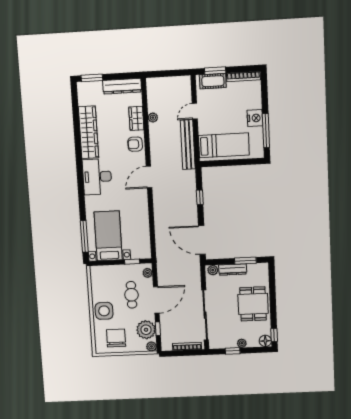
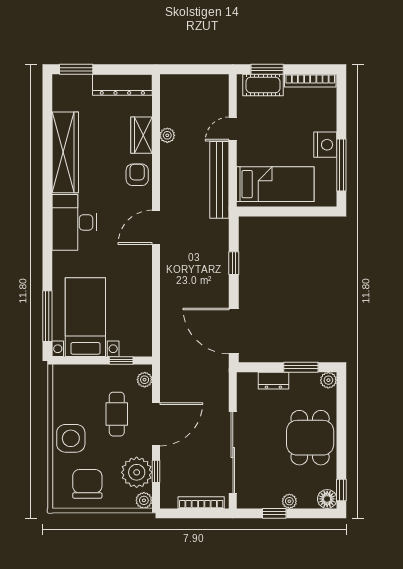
armchair: (135, 144) -> (137, 175), turned 90
dresser: (233, 269) -> (273, 381), width x0.70
plant: (213, 270) -> (328, 380), moved

